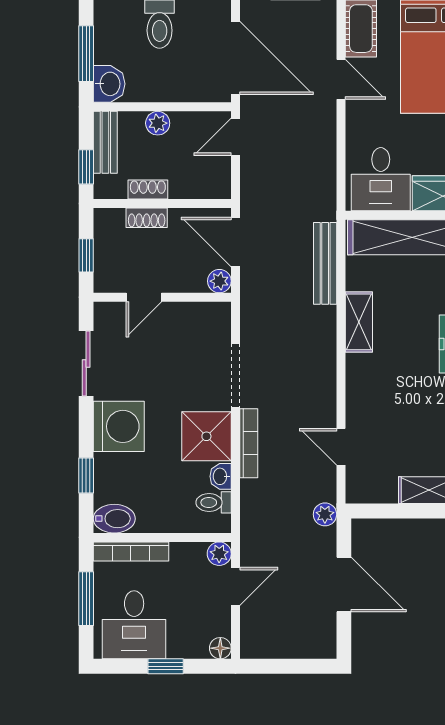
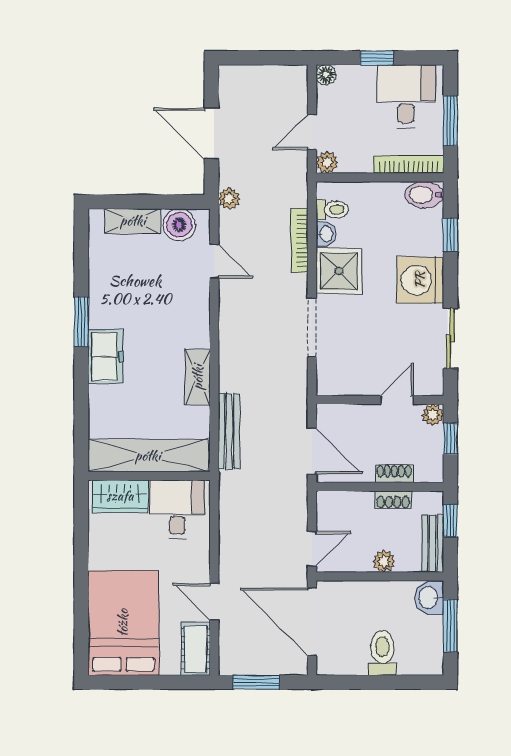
plant: (219, 281) -> (433, 415), moved
bookcase: (249, 443) -> (300, 241), moved
boiler: (379, 486) -> (179, 225), added

